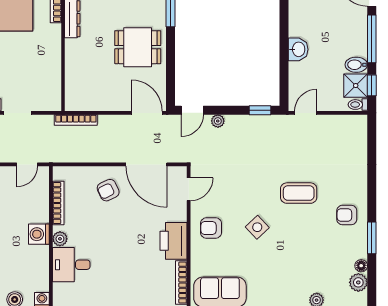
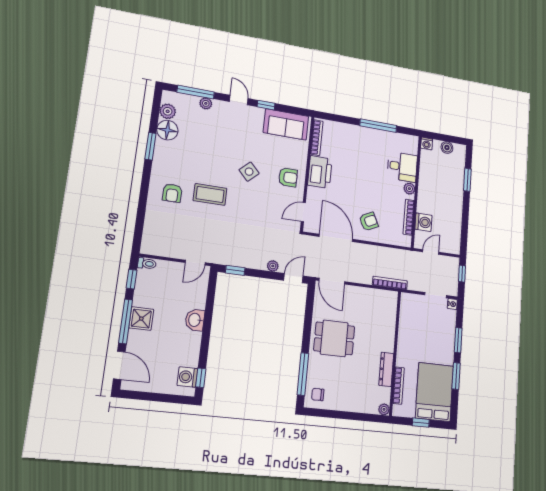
bidet: (356, 65) -> (143, 300), removed
shower: (356, 86) -> (141, 319), moved
armchair: (347, 215) -> (172, 193), moved, turned 90
washing machine: (39, 234) -> (423, 222), moved
floor lamp: (361, 266) -> (167, 130), width x1.89, depth x1.89

